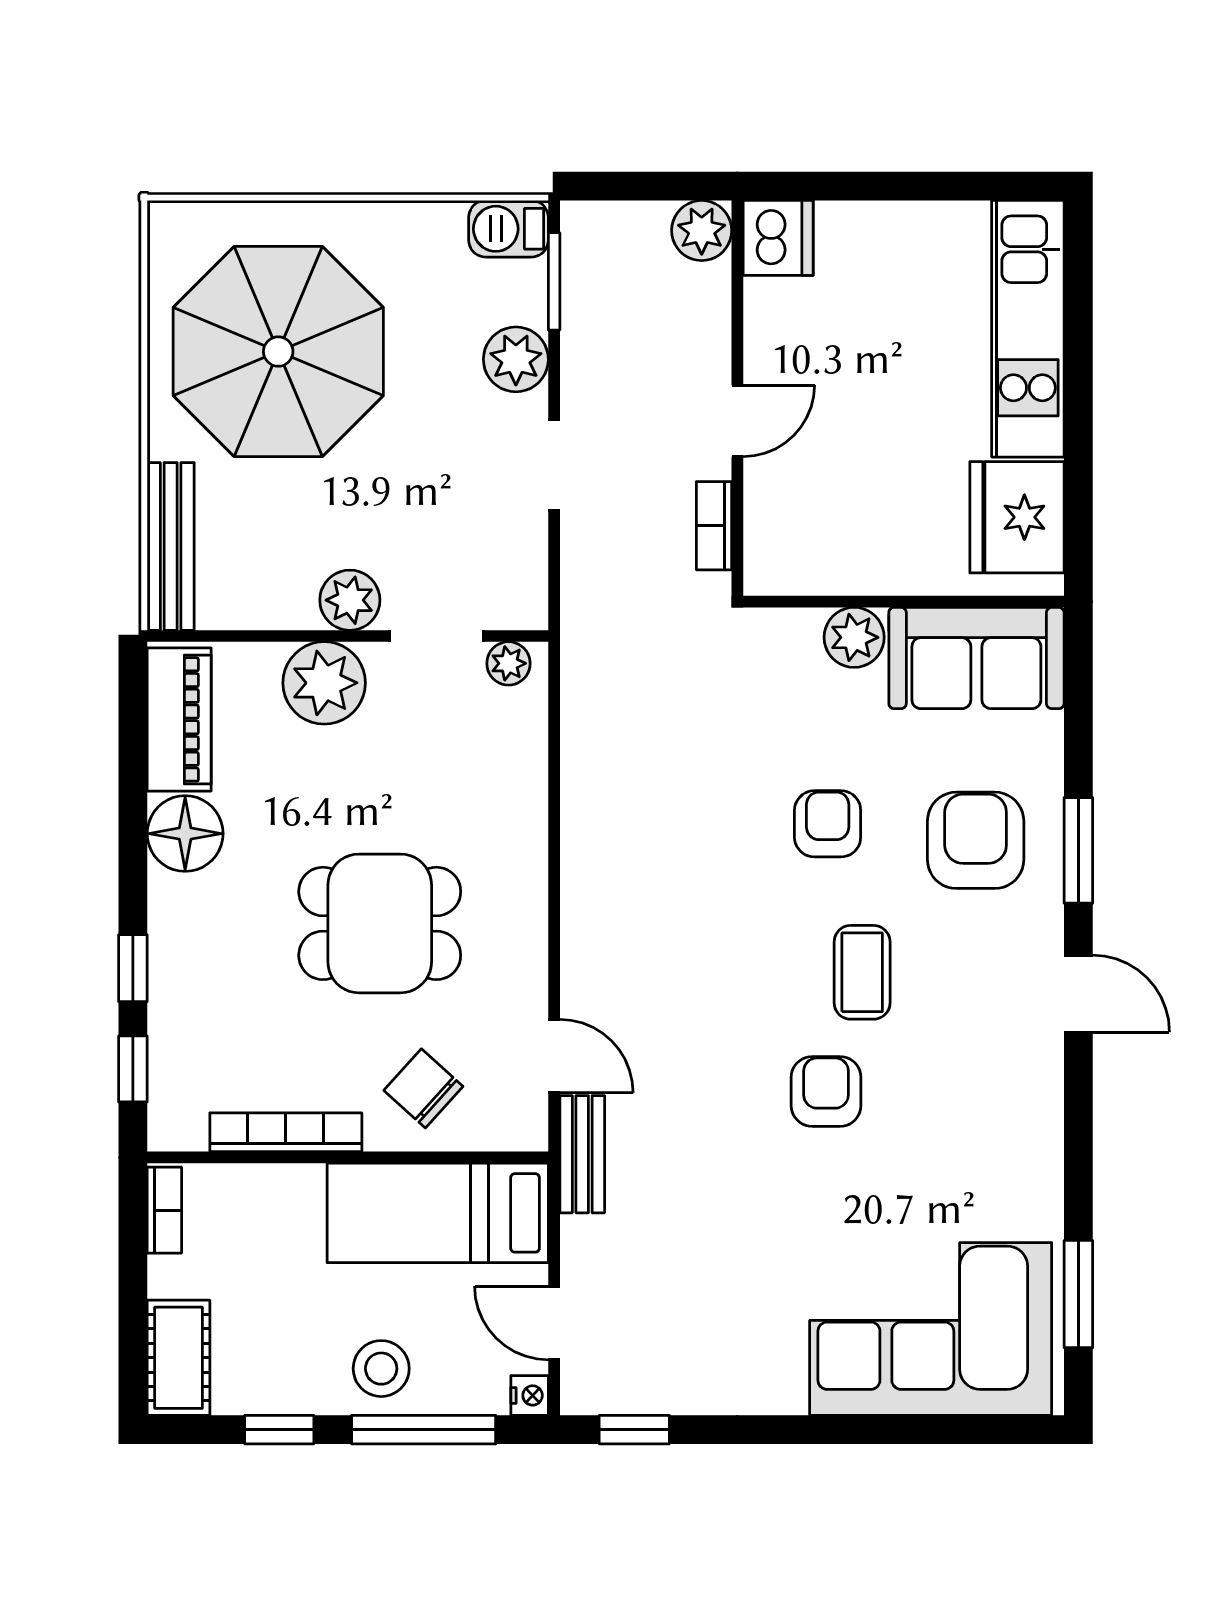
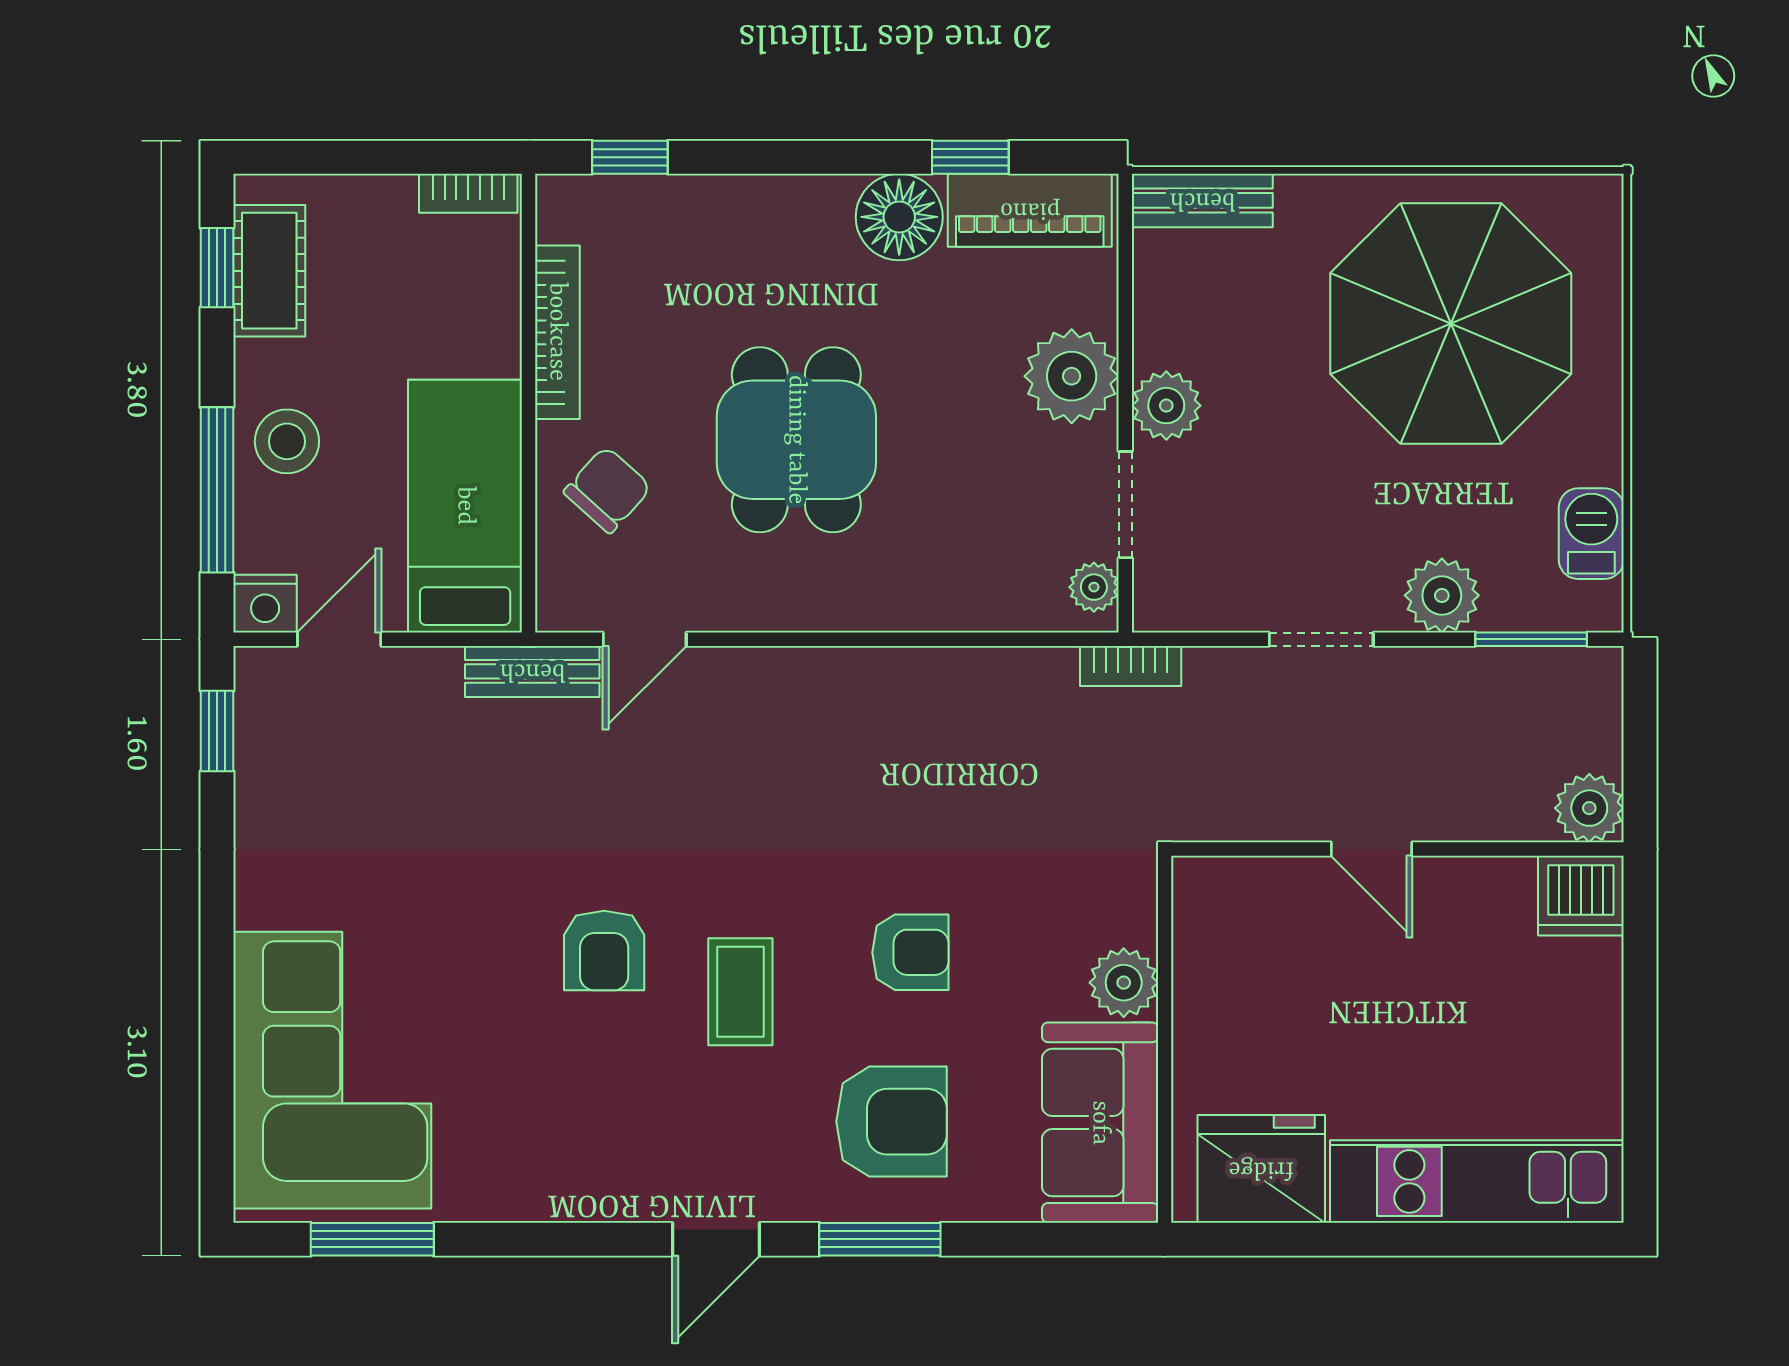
barbecue: (508, 229) -> (1591, 534), moved
bookcase: (714, 526) -> (1131, 666), moved, turned 180
bench: (171, 546) -> (1202, 200), width x0.73
window: (133, 968) -> (970, 157), moved
coffee table: (862, 972) -> (740, 992), turned 90
armchair: (826, 1091) -> (604, 951), turned 90
cot: (178, 1358) -> (269, 271), moved, turned 90
nightstand: (530, 1395) -> (265, 604), width x1.39, depth x1.35
window: (279, 1430) -> (217, 268), moved

